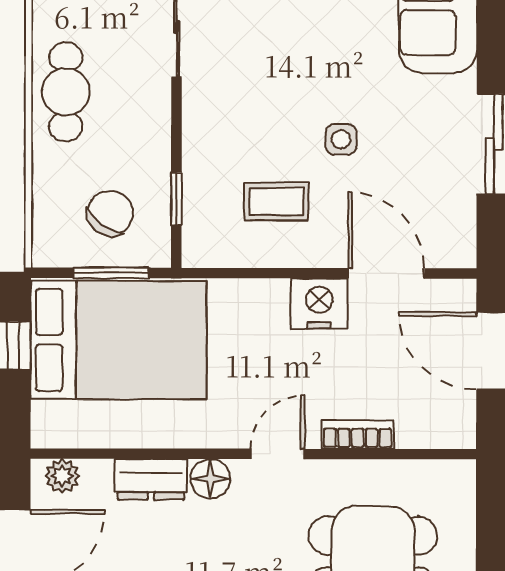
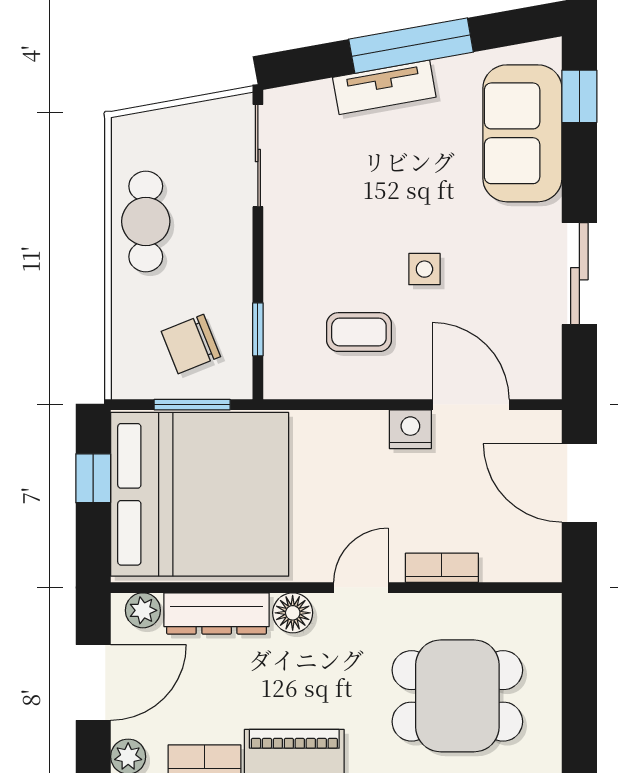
chair: (110, 213) -> (191, 344), turned -147
nightstand: (319, 304) -> (410, 429), width x0.74, depth x0.75
bed: (119, 340) -> (200, 494), width x1.36
dresser: (151, 479) -> (217, 613), width x1.44

